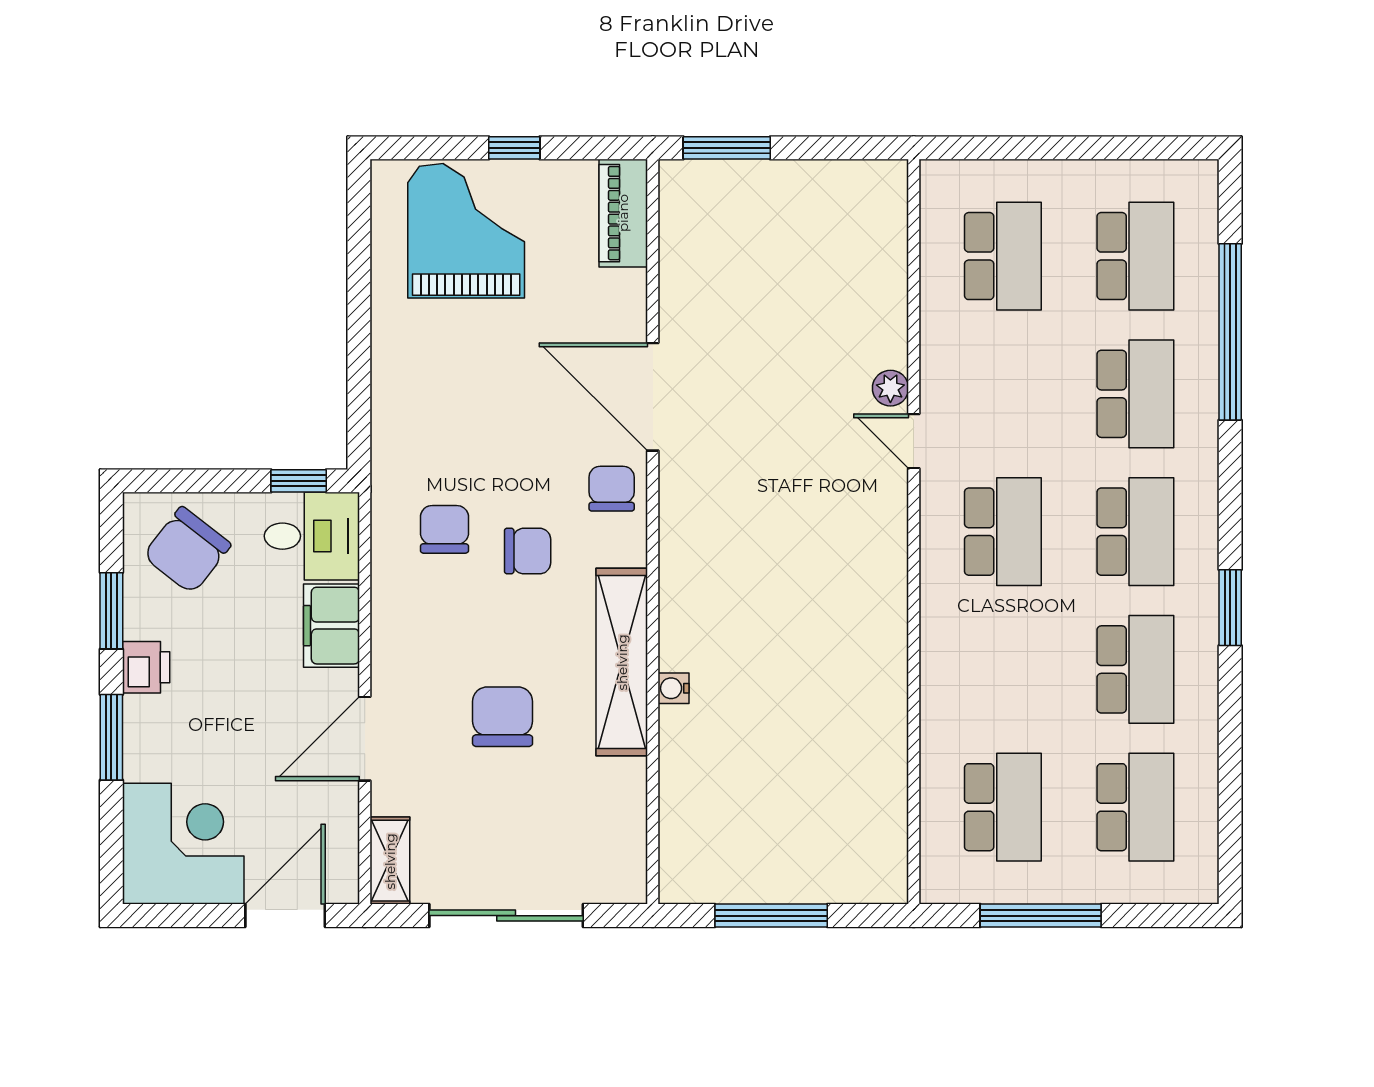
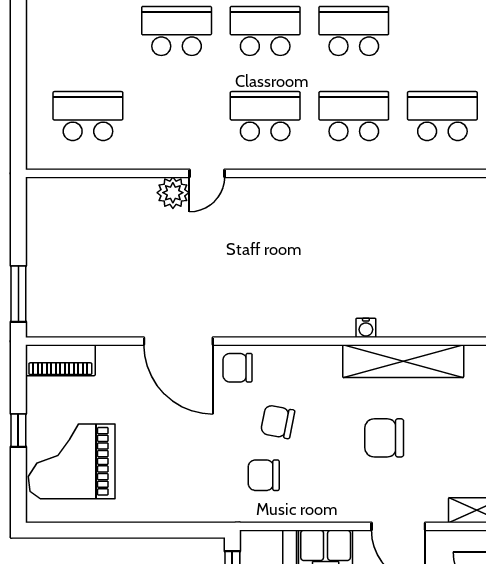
school desk: (1135, 256) -> (88, 31), removed
plant: (890, 388) -> (173, 193), width x1.38, depth x1.38
door: (653, 397) -> (178, 341), hinge flipped
chair: (528, 551) -> (278, 422), turned -79
shelving: (622, 662) -> (403, 361), moved
school desk: (1135, 807) -> (354, 116), moved

